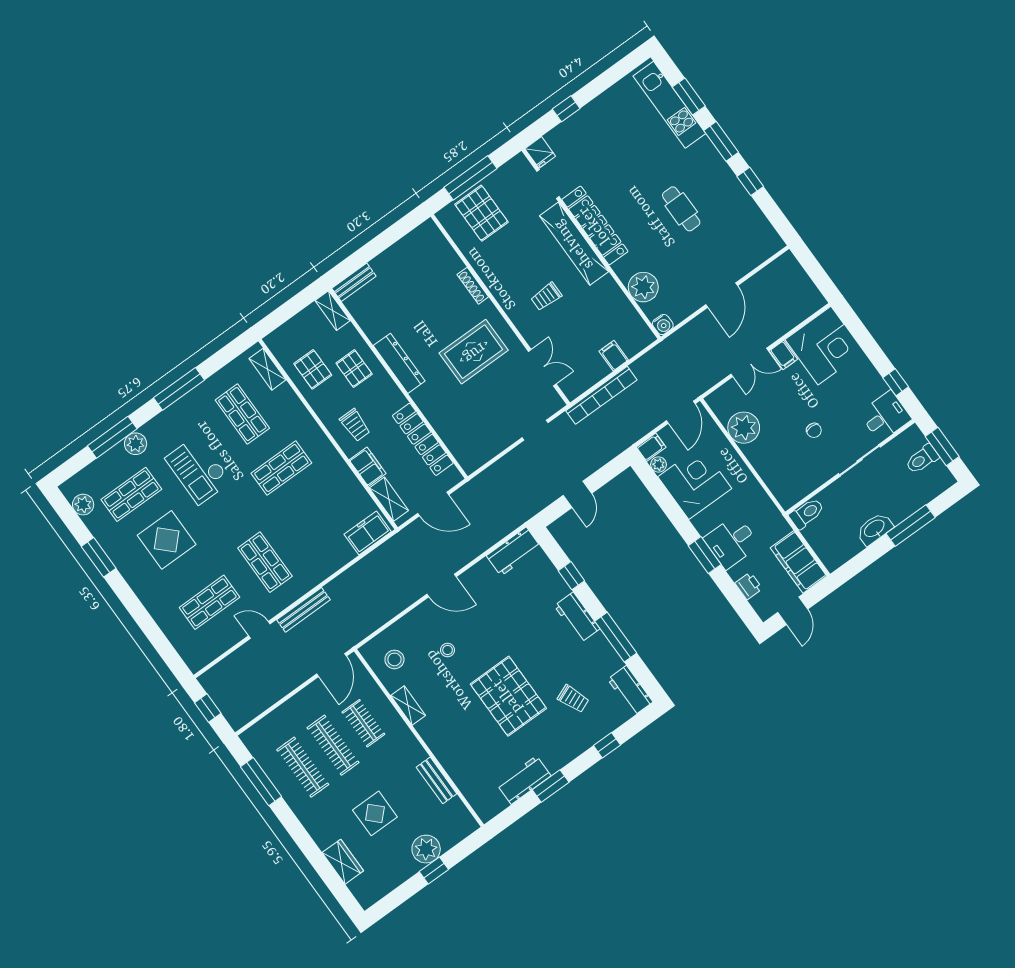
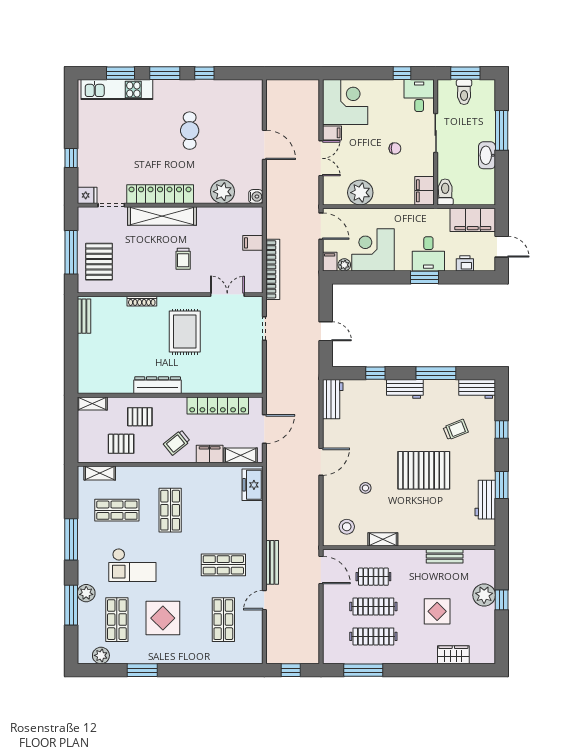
cafe table: (681, 209) -> (190, 131), turned 90
pallet: (482, 213) -> (99, 262), turned 90
bench: (354, 282) -> (84, 316), moved
trolley: (355, 425) -> (177, 443), turned 141
filing cabinet: (793, 492) -> (425, 191), added

